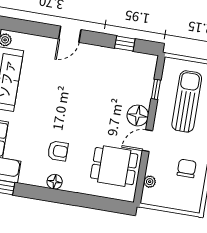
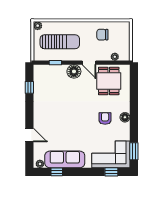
door: (70, 34) -> (29, 135), moved
sun lounger: (187, 101) -> (60, 42), turned 180

